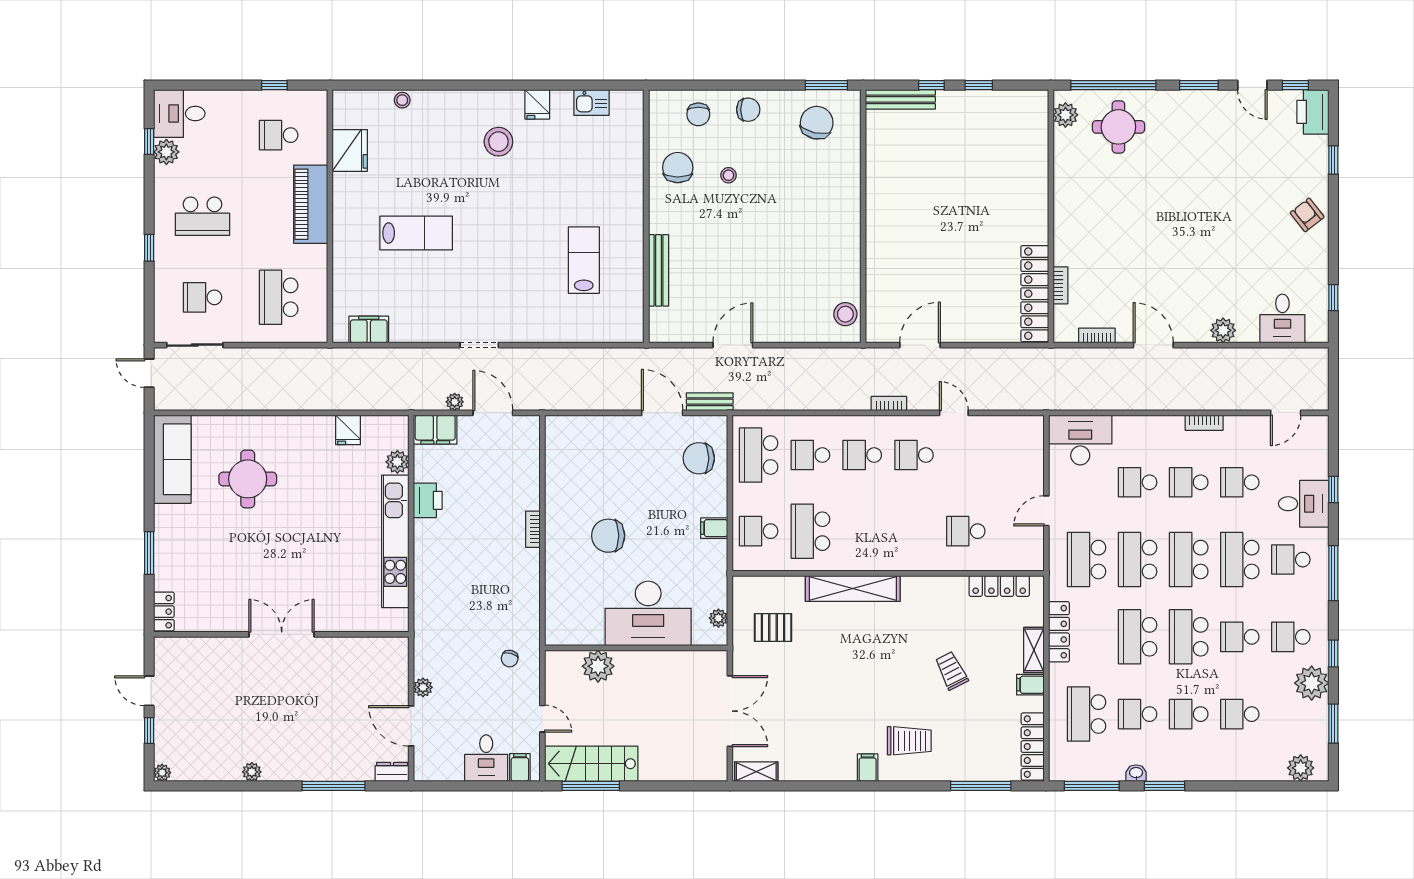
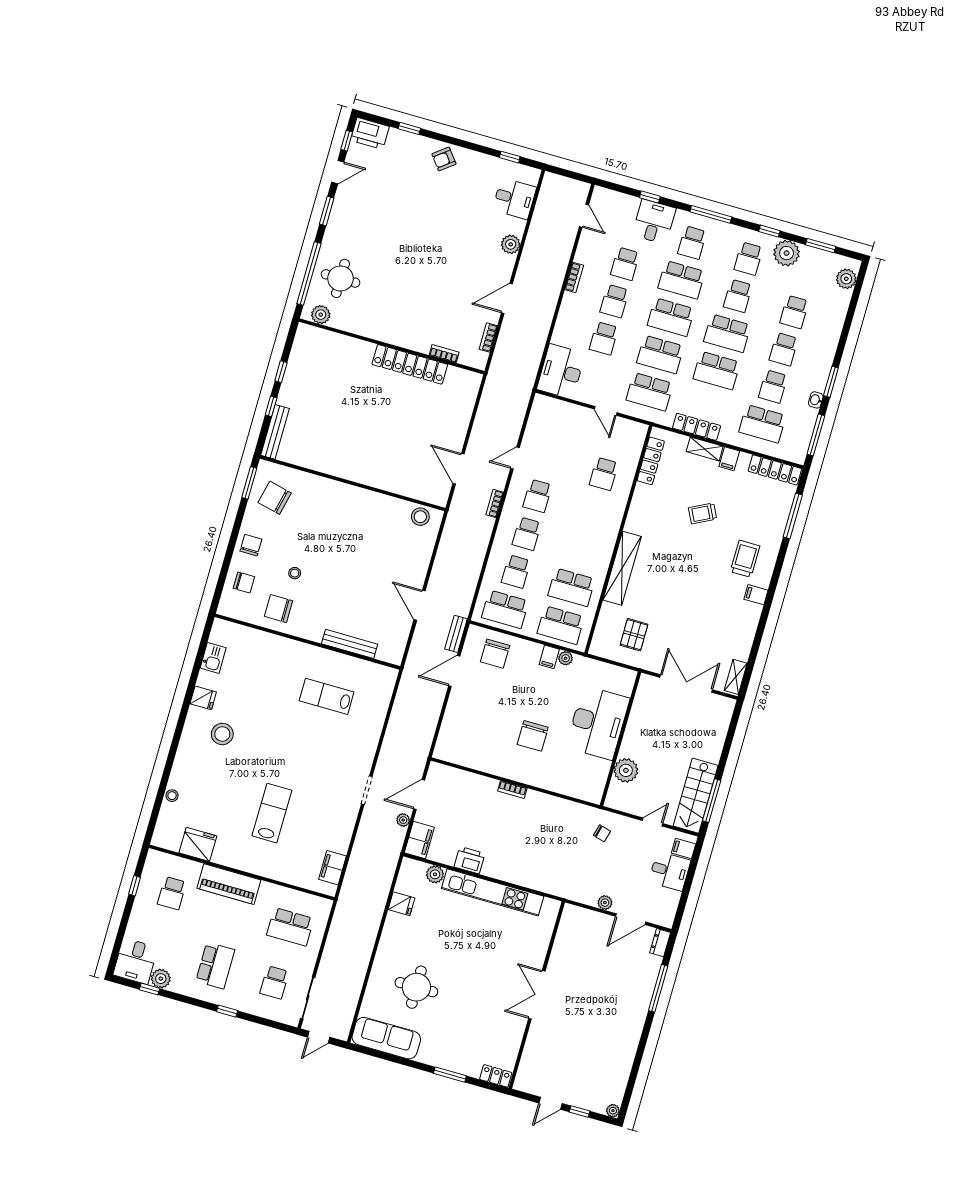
locker: (1035, 294) -> (410, 364), moved
school desk: (759, 531) -> (561, 625), width x1.85
plant: (718, 618) -> (566, 658), moved
plant: (252, 772) -> (631, 1045), removed

